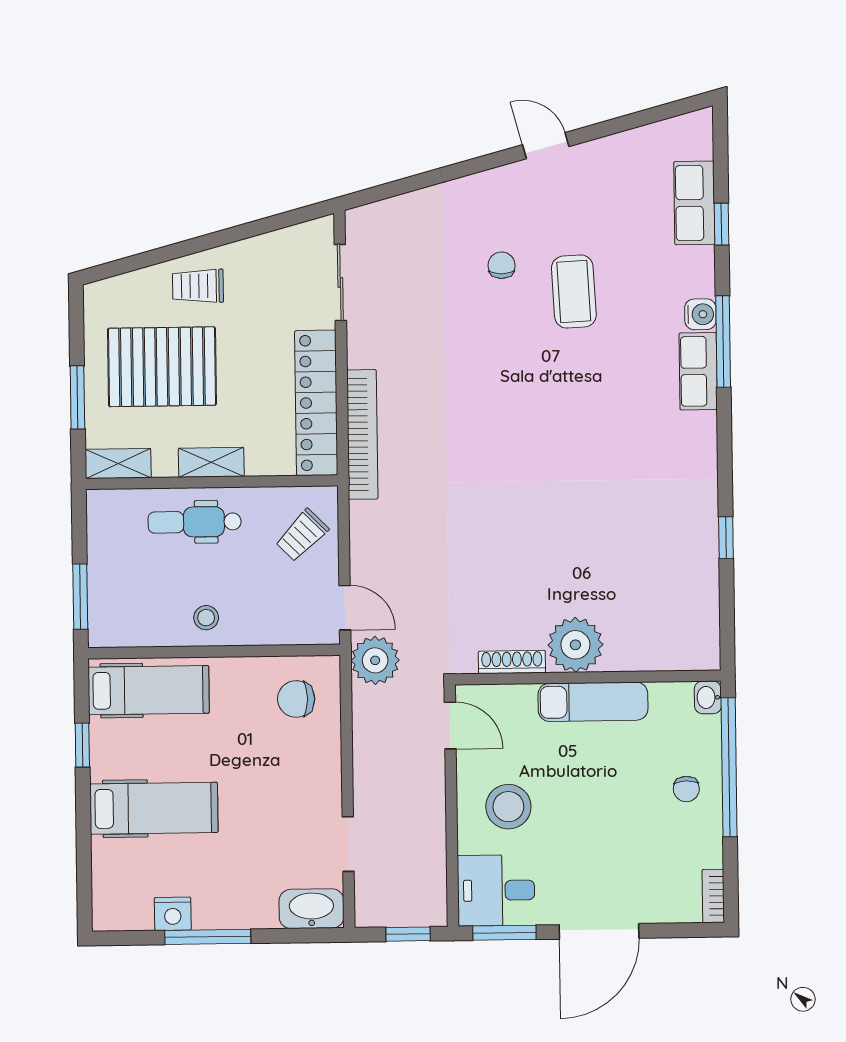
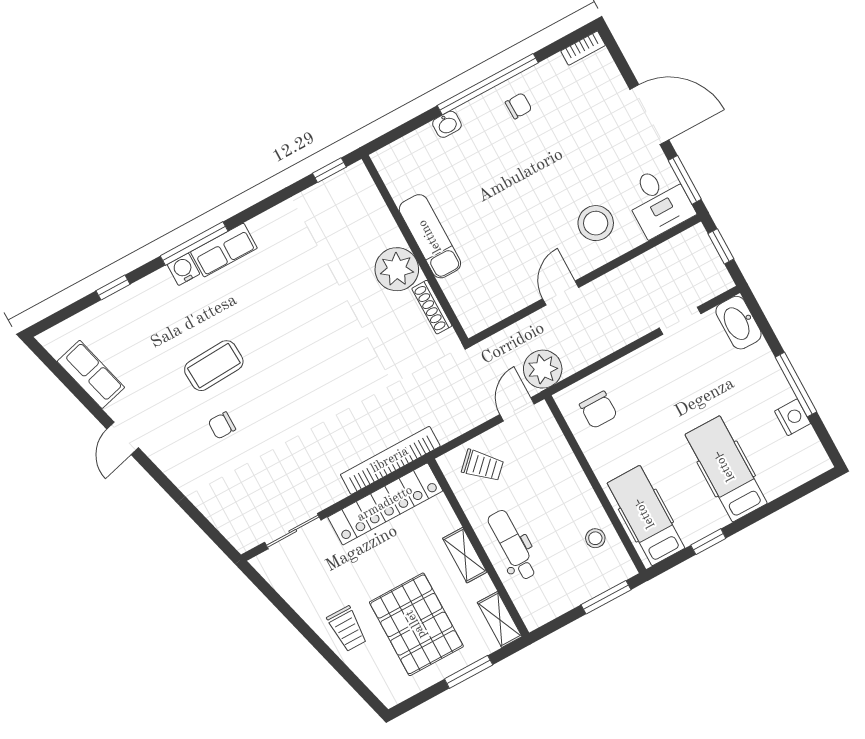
row of seats: (694, 203) -> (91, 374), moved, turned -105
dental chair: (195, 522) -> (512, 545), turned 180
stool: (206, 618) -> (595, 538), moved
plant: (575, 645) -> (397, 269), moved
shoe rack: (512, 662) -> (432, 307), moved
wall: (588, 677) -> (415, 249), moved
exam couch: (593, 702) -> (430, 236), moved

